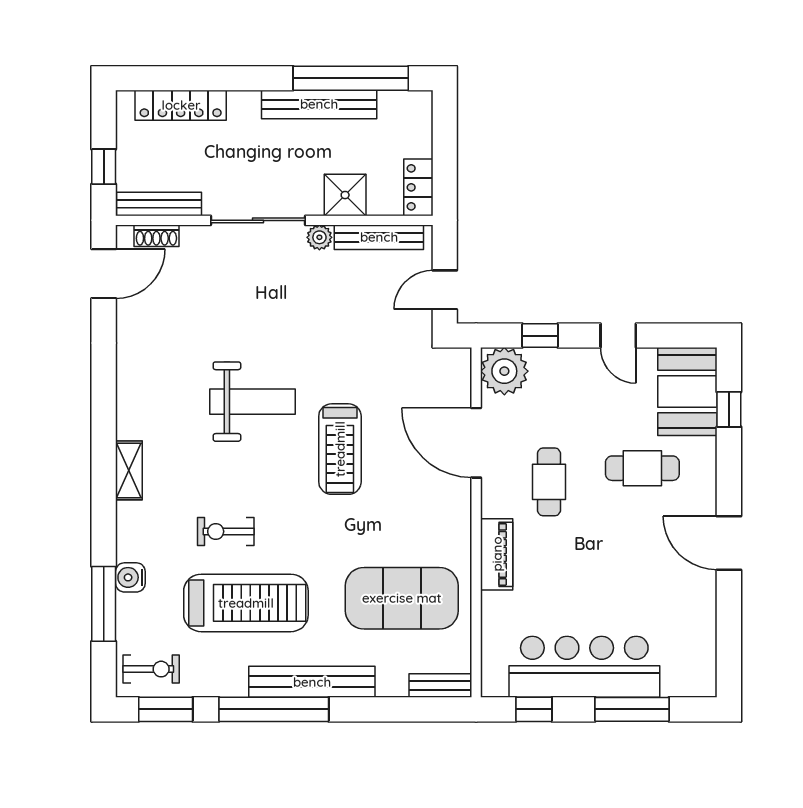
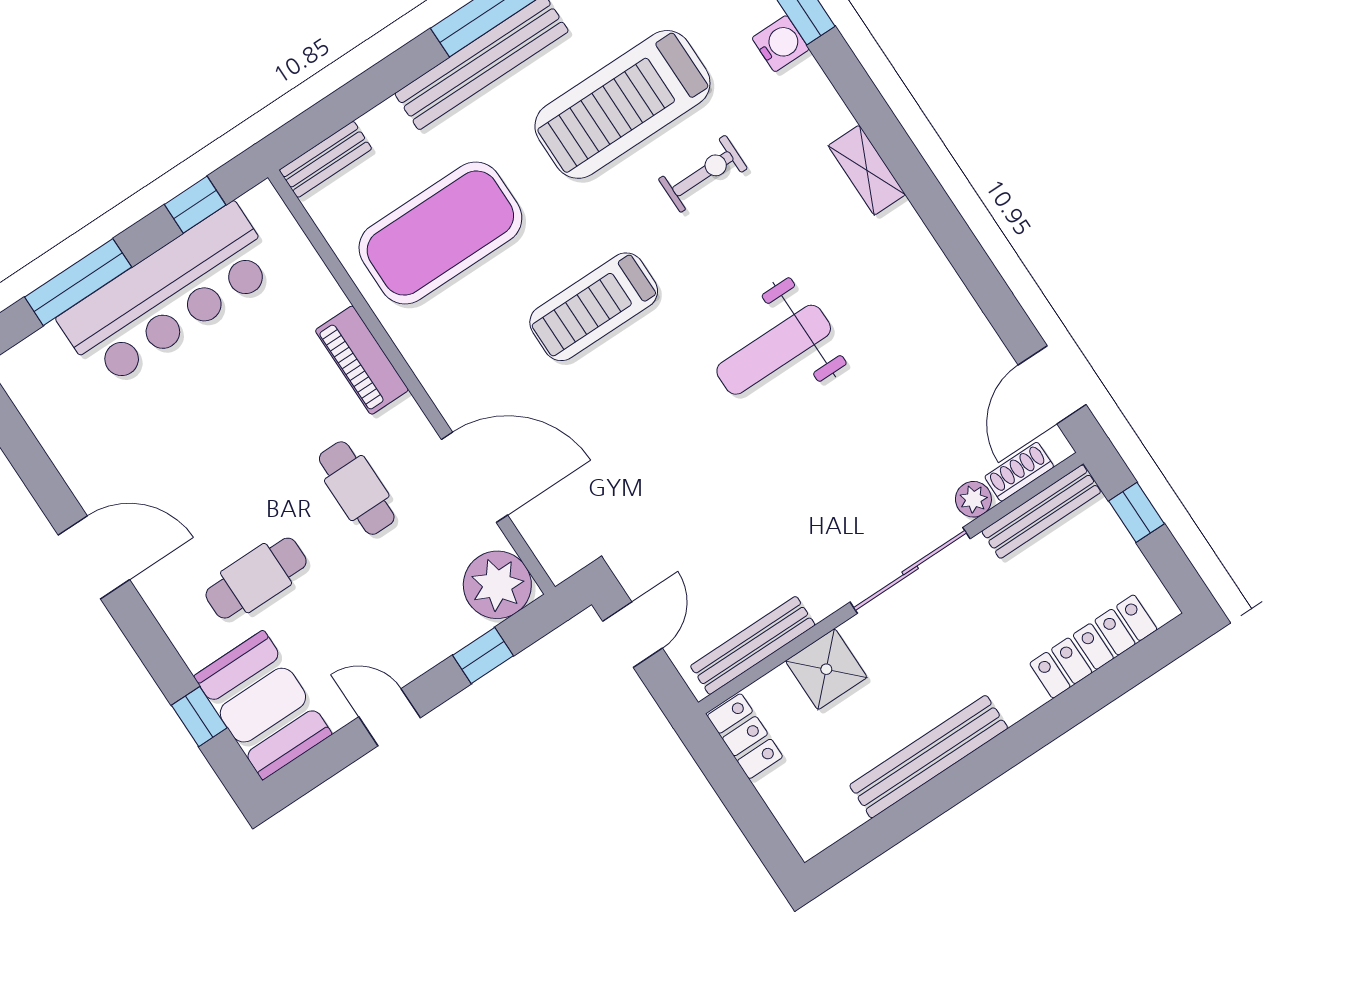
window: (351, 78) -> (912, 813), removed
plant: (319, 237) -> (973, 499), moved
treadmill: (340, 449) -> (594, 307), moved, turned -90

